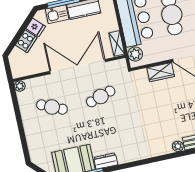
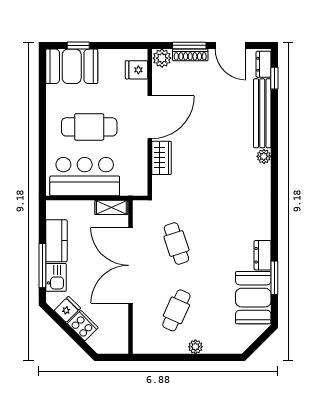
plant: (135, 54) -> (130, 186), removed
plant: (20, 86) -> (195, 347), moved

